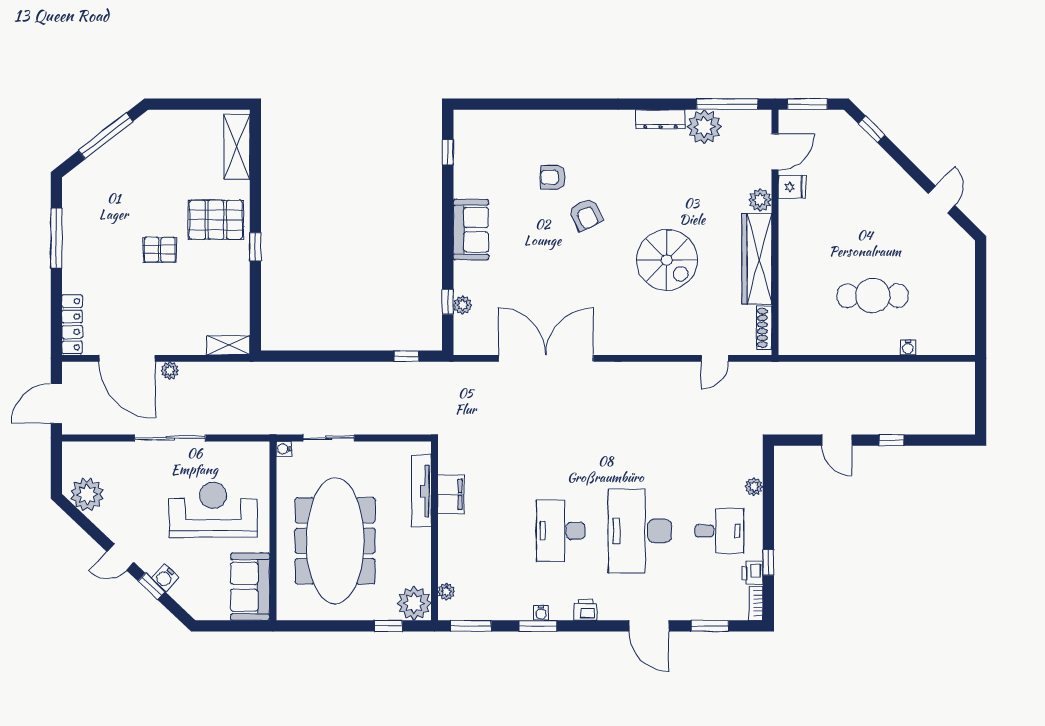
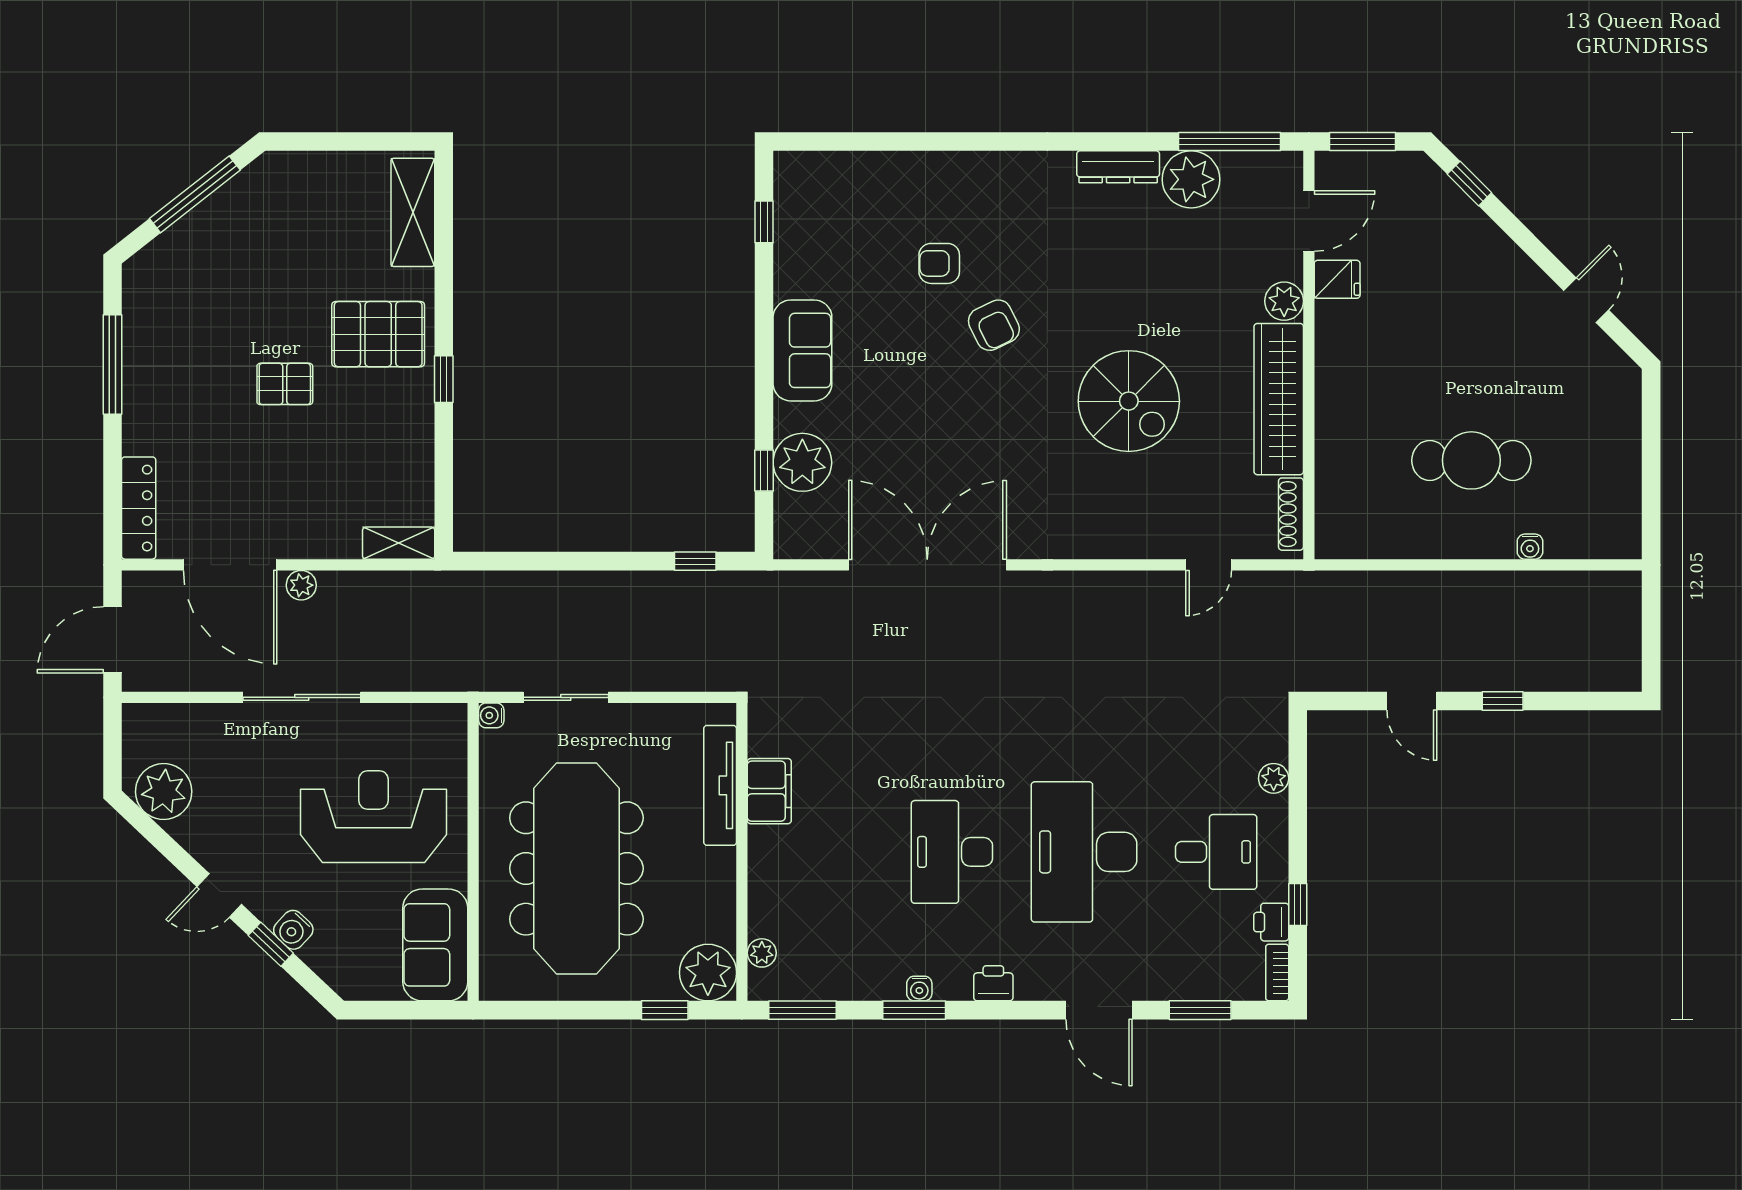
plant: (463, 305) -> (802, 462), width x1.88, depth x1.88

